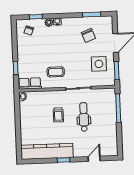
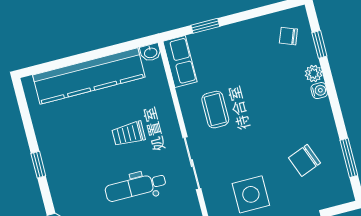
dental chair: (84, 117) -> (136, 187), turned 180
kitchen counter: (47, 151) -> (89, 76), moved, turned 90

